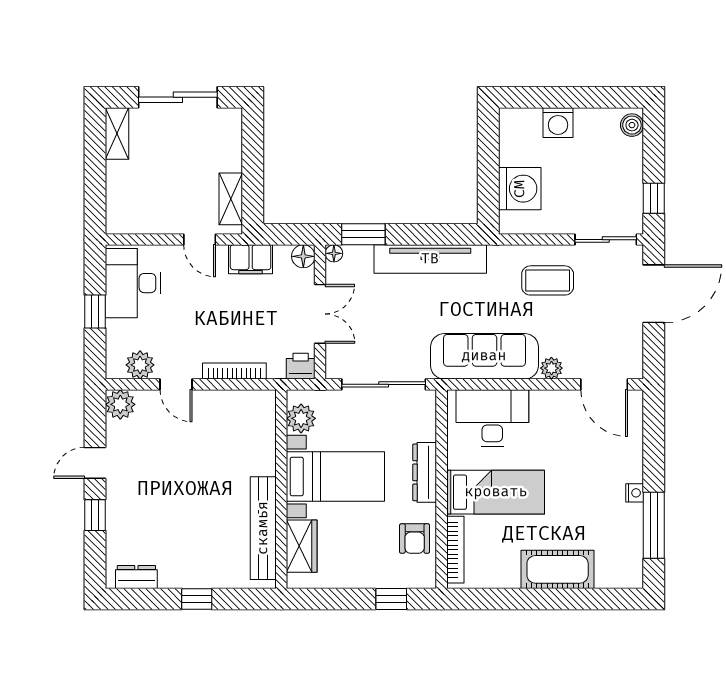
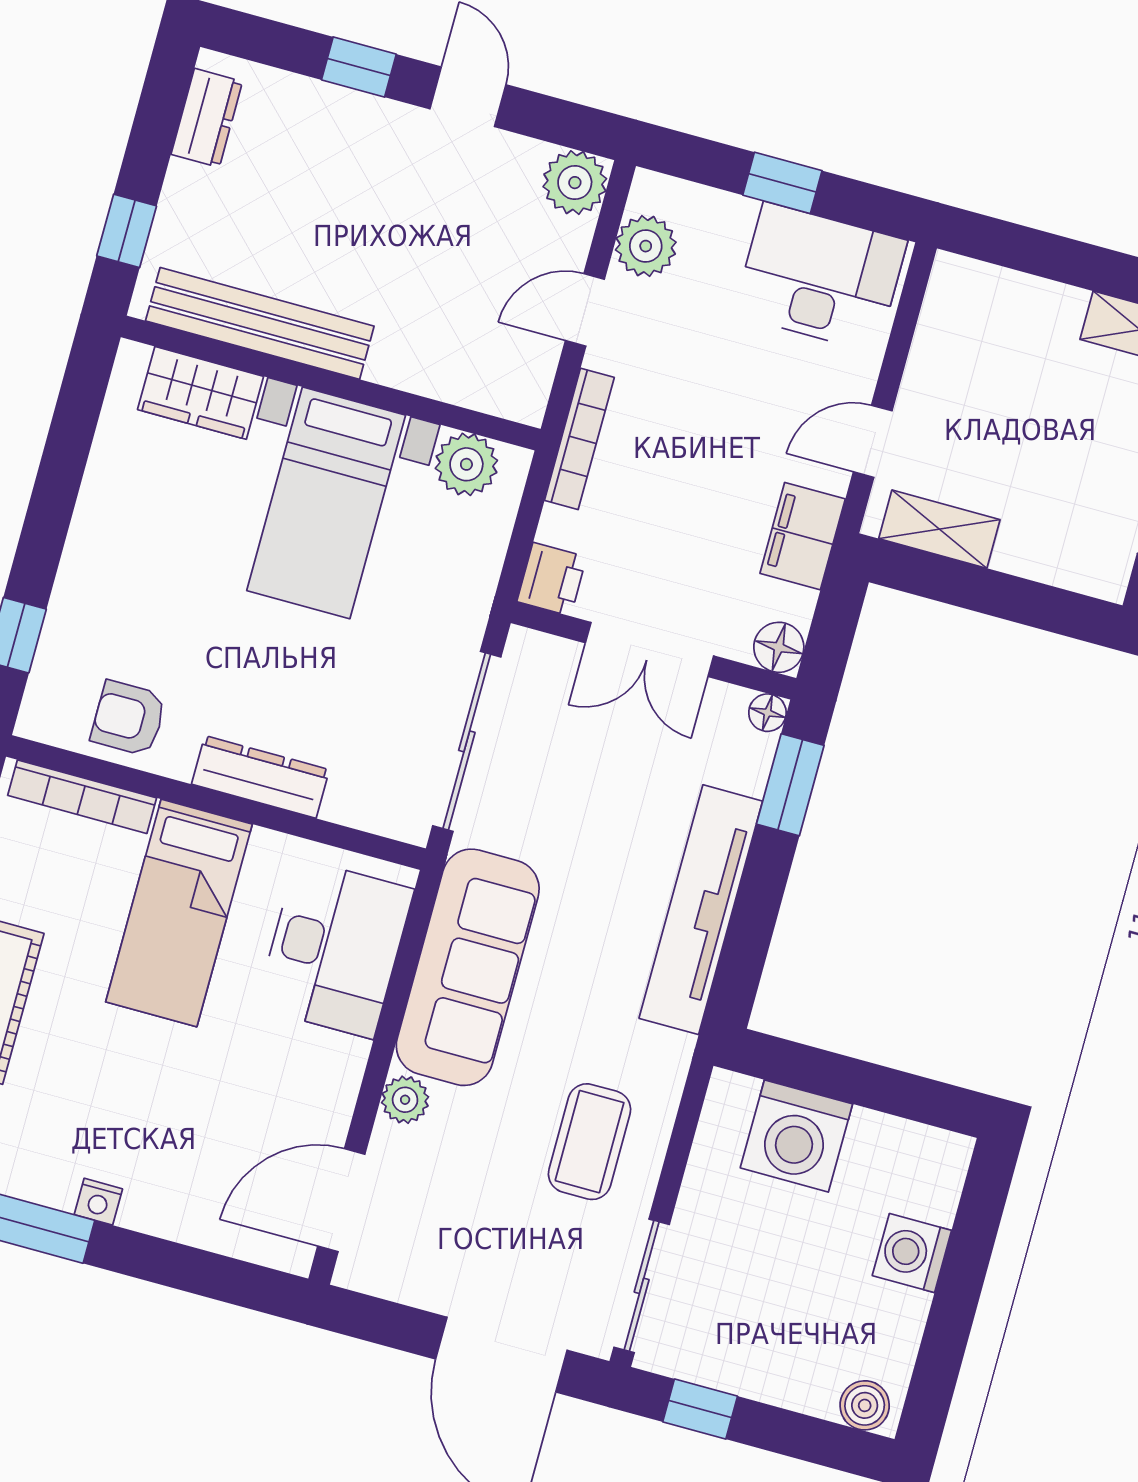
plant: (301, 418) -> (466, 464), moved
bed with nightstands: (335, 477) -> (326, 503), moved
wall: (281, 489) -> (331, 383), moved
bench: (263, 528) -> (260, 323), moved
wardrobe: (302, 546) -> (201, 393), moved

